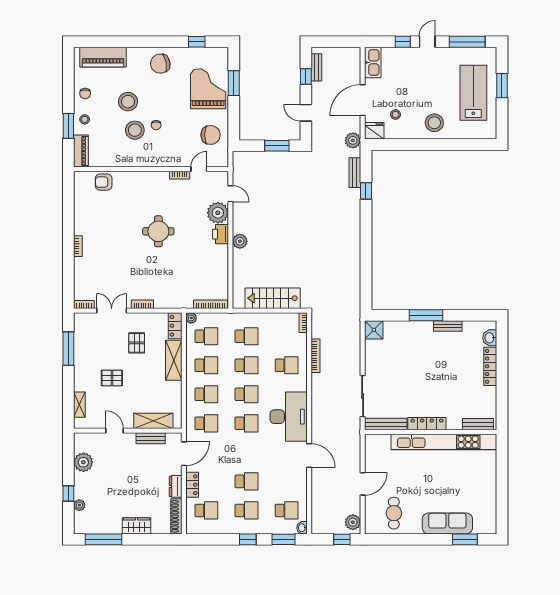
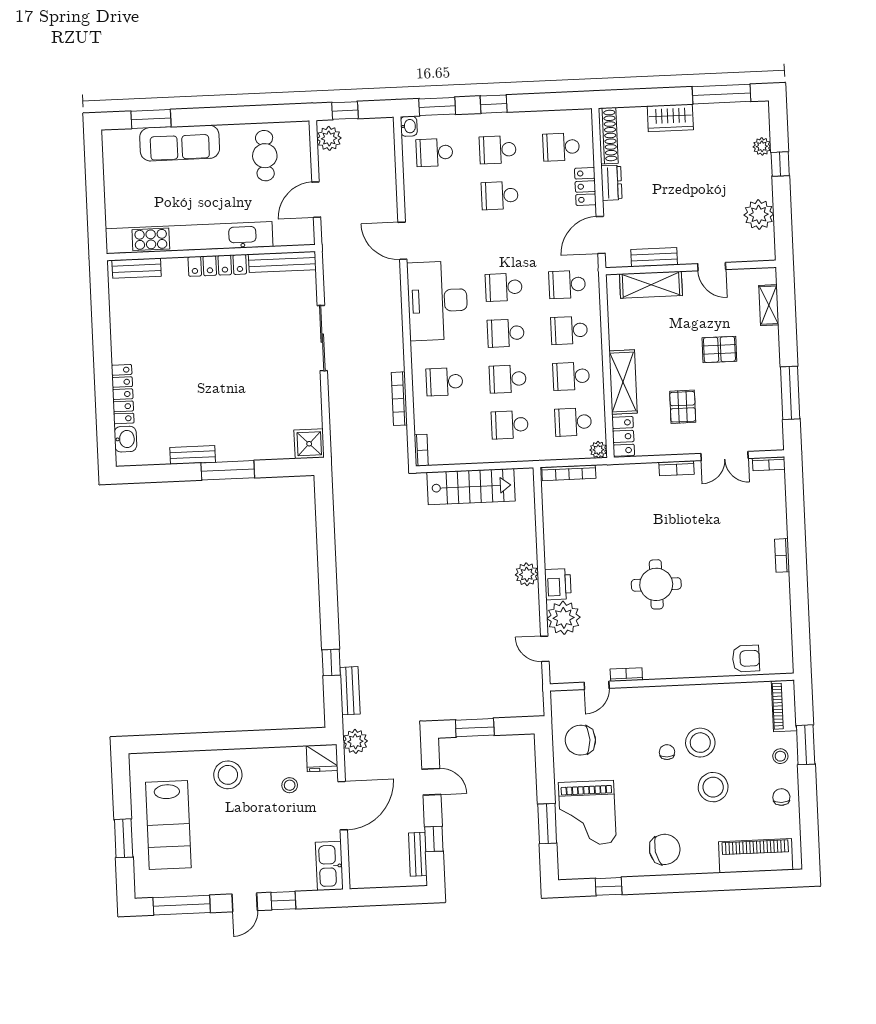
bench: (386, 424) -> (282, 262), moved
locker: (427, 424) -> (217, 265), moved
bench: (478, 424) -> (137, 268), moved
wall: (431, 432) -> (211, 253), moved
kitchen unit: (444, 442) -> (189, 238), moved

